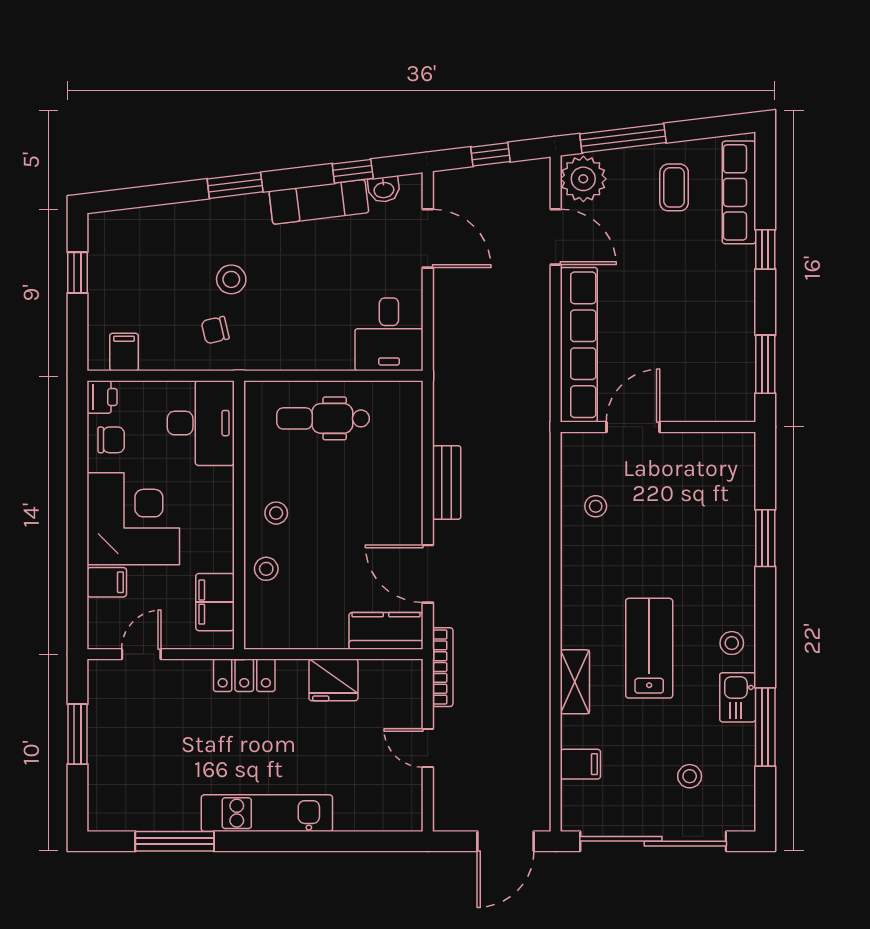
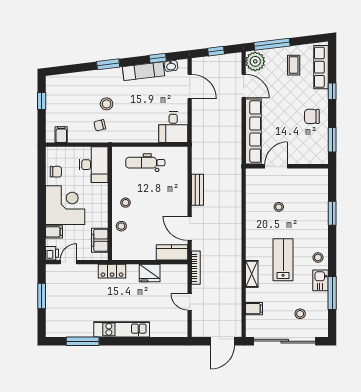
chair: (717, 309) -> (312, 116), added
printer: (102, 397) -> (52, 253), moved
stool: (596, 506) -> (279, 207), moved

